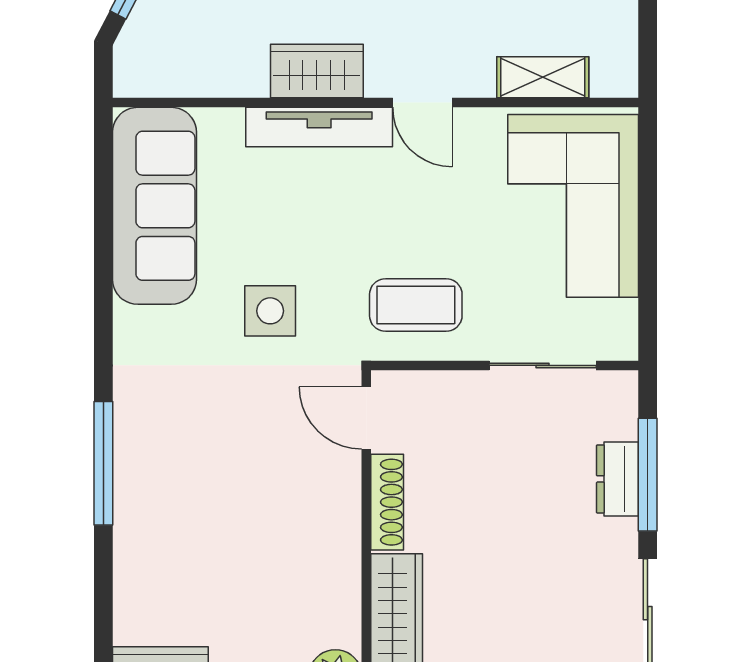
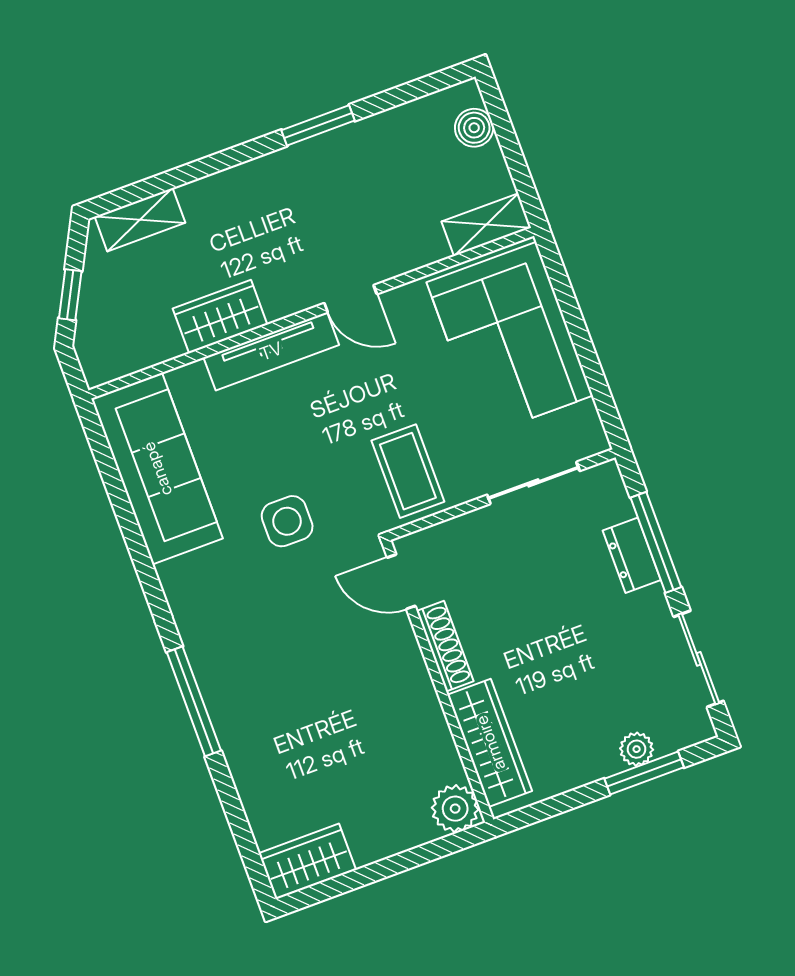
wardrobe: (317, 71) -> (220, 317), moved
shelving: (543, 77) -> (486, 225), moved
coffee table: (416, 305) -> (408, 471), turned 90

